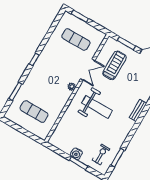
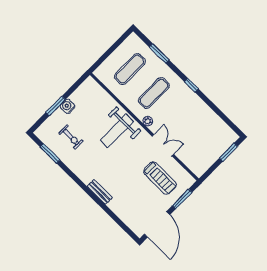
exercise mat: (76, 40) -> (154, 93), moved
double door: (88, 70) -> (163, 145), swing flipped
weight bench: (97, 107) -> (117, 131), moved
exercise bike: (101, 154) -> (71, 137), moved

